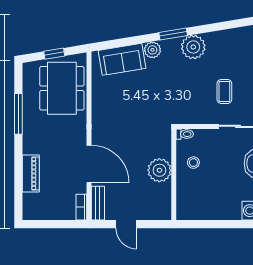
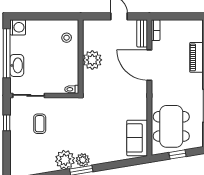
plant: (152, 50) -> (83, 160), moved
sofa: (122, 59) -> (137, 138), moved, turned -81
stool: (193, 163) -> (67, 38), moved

